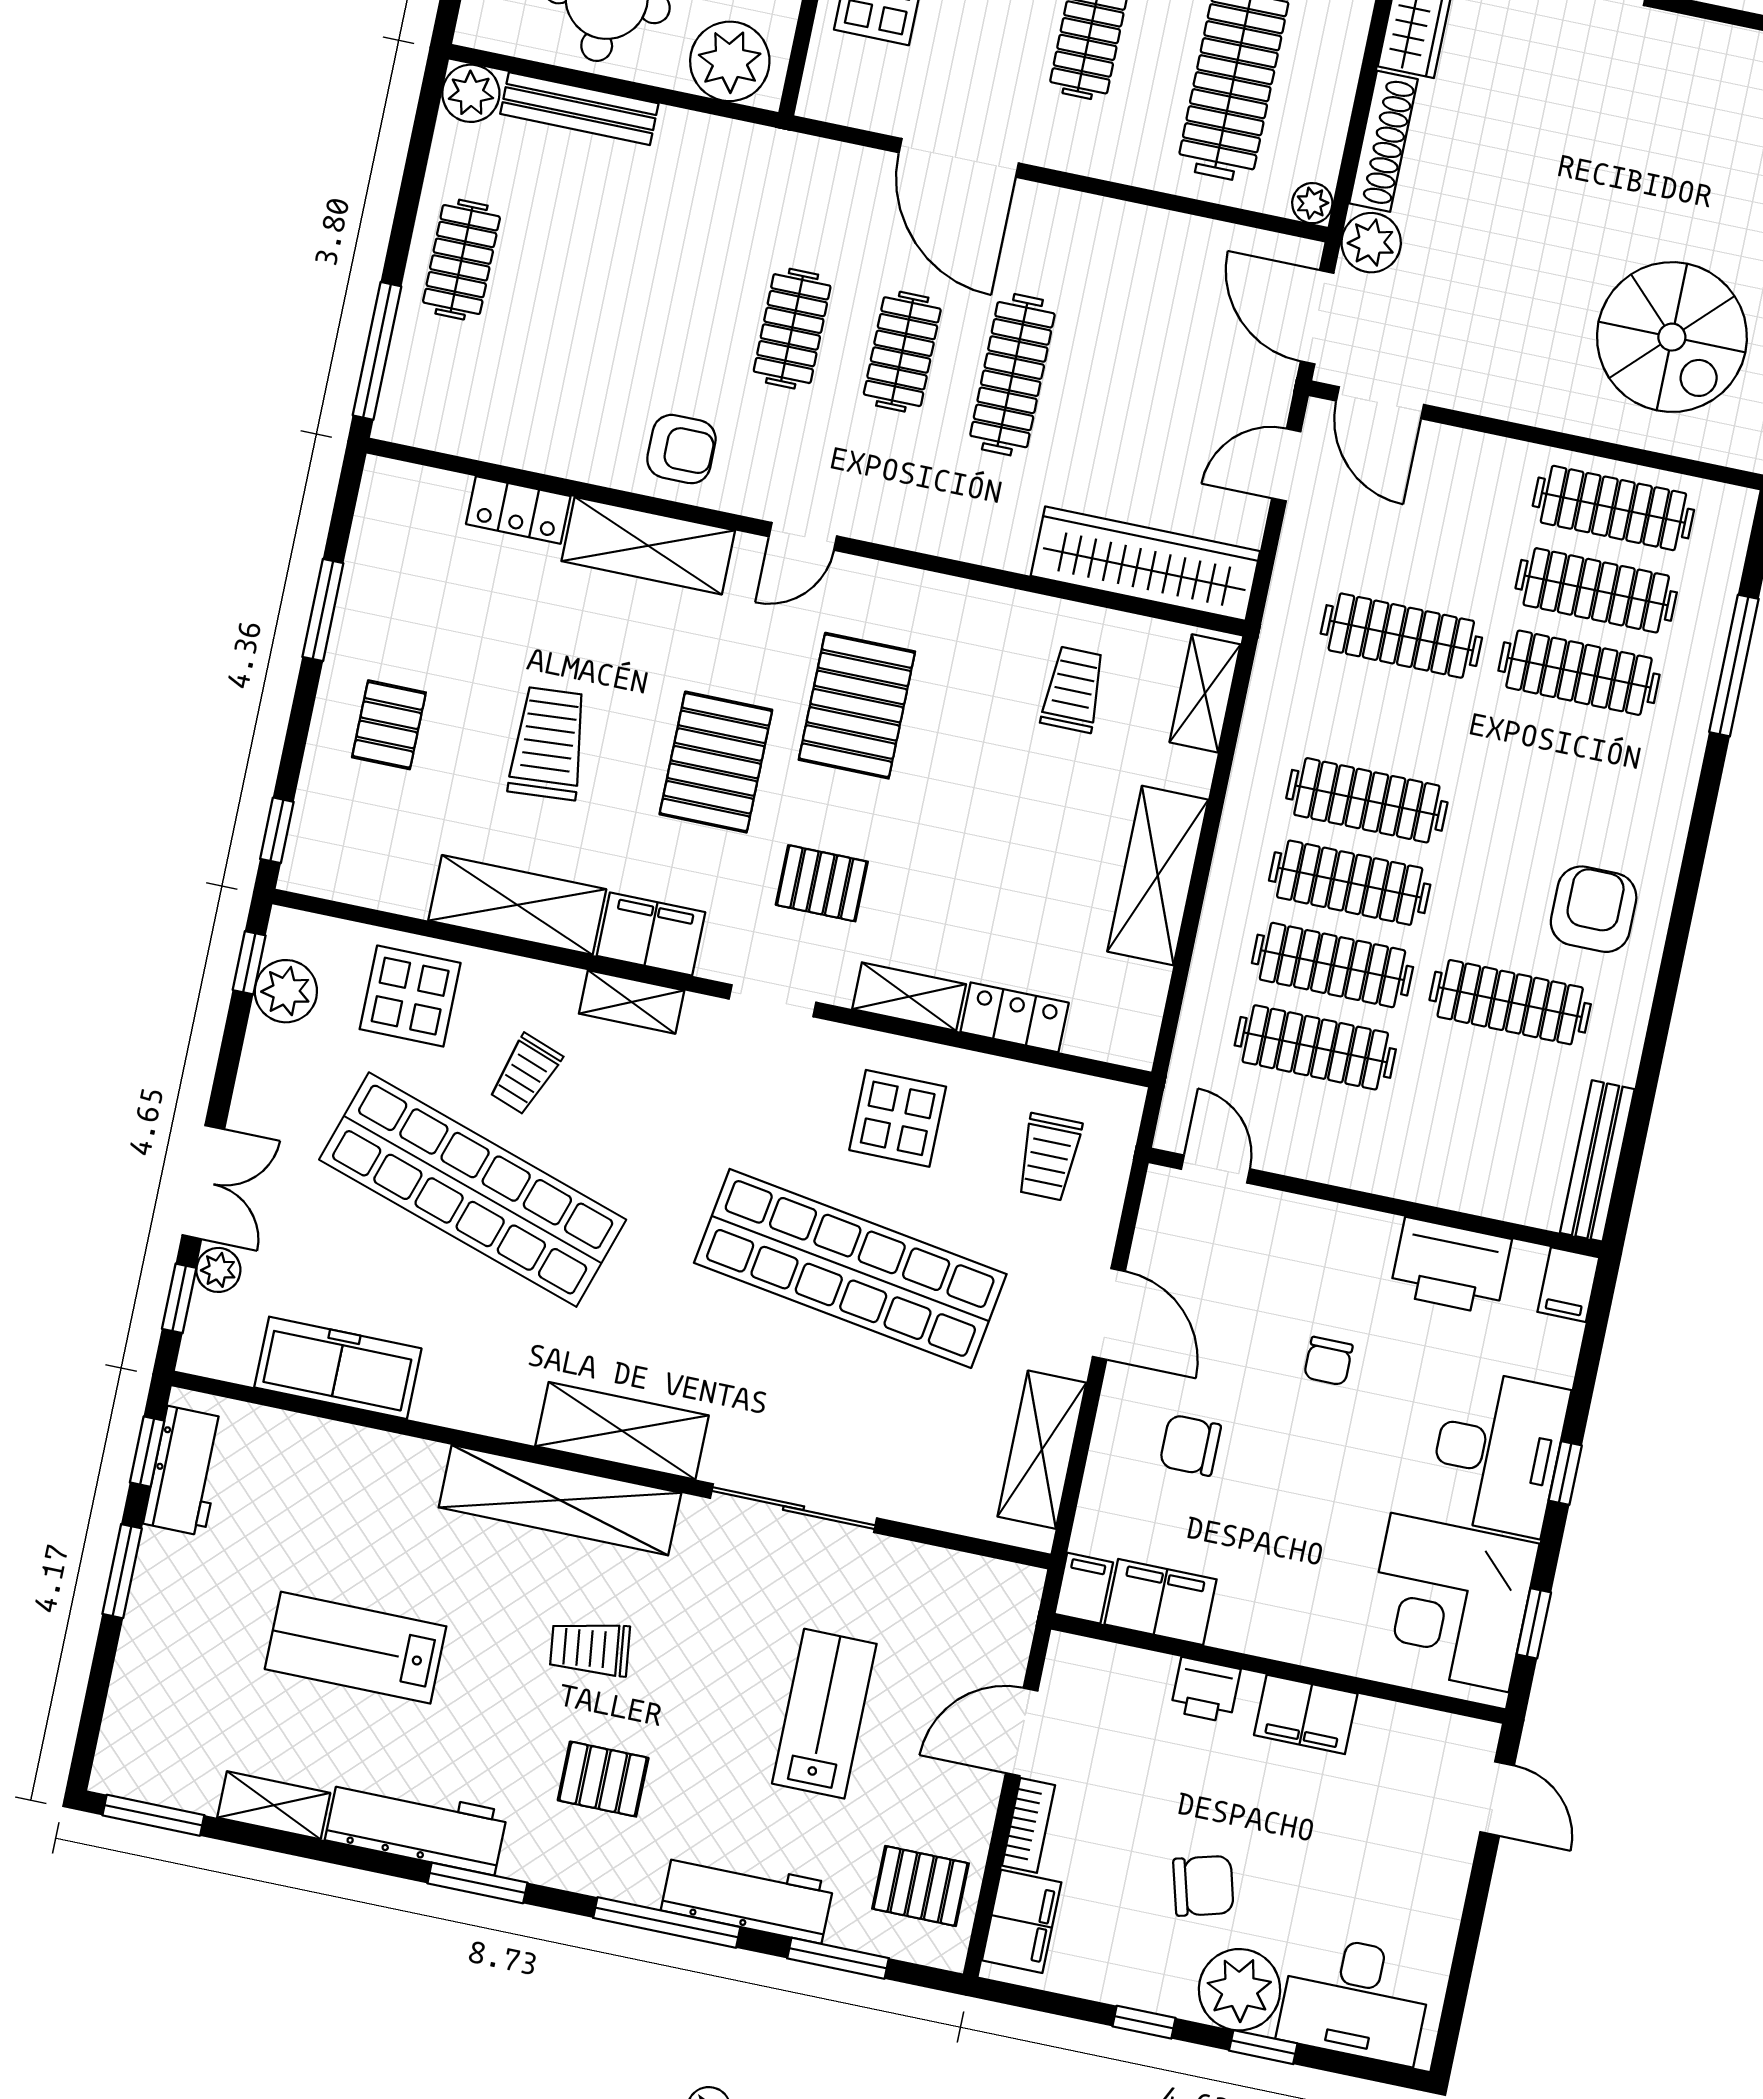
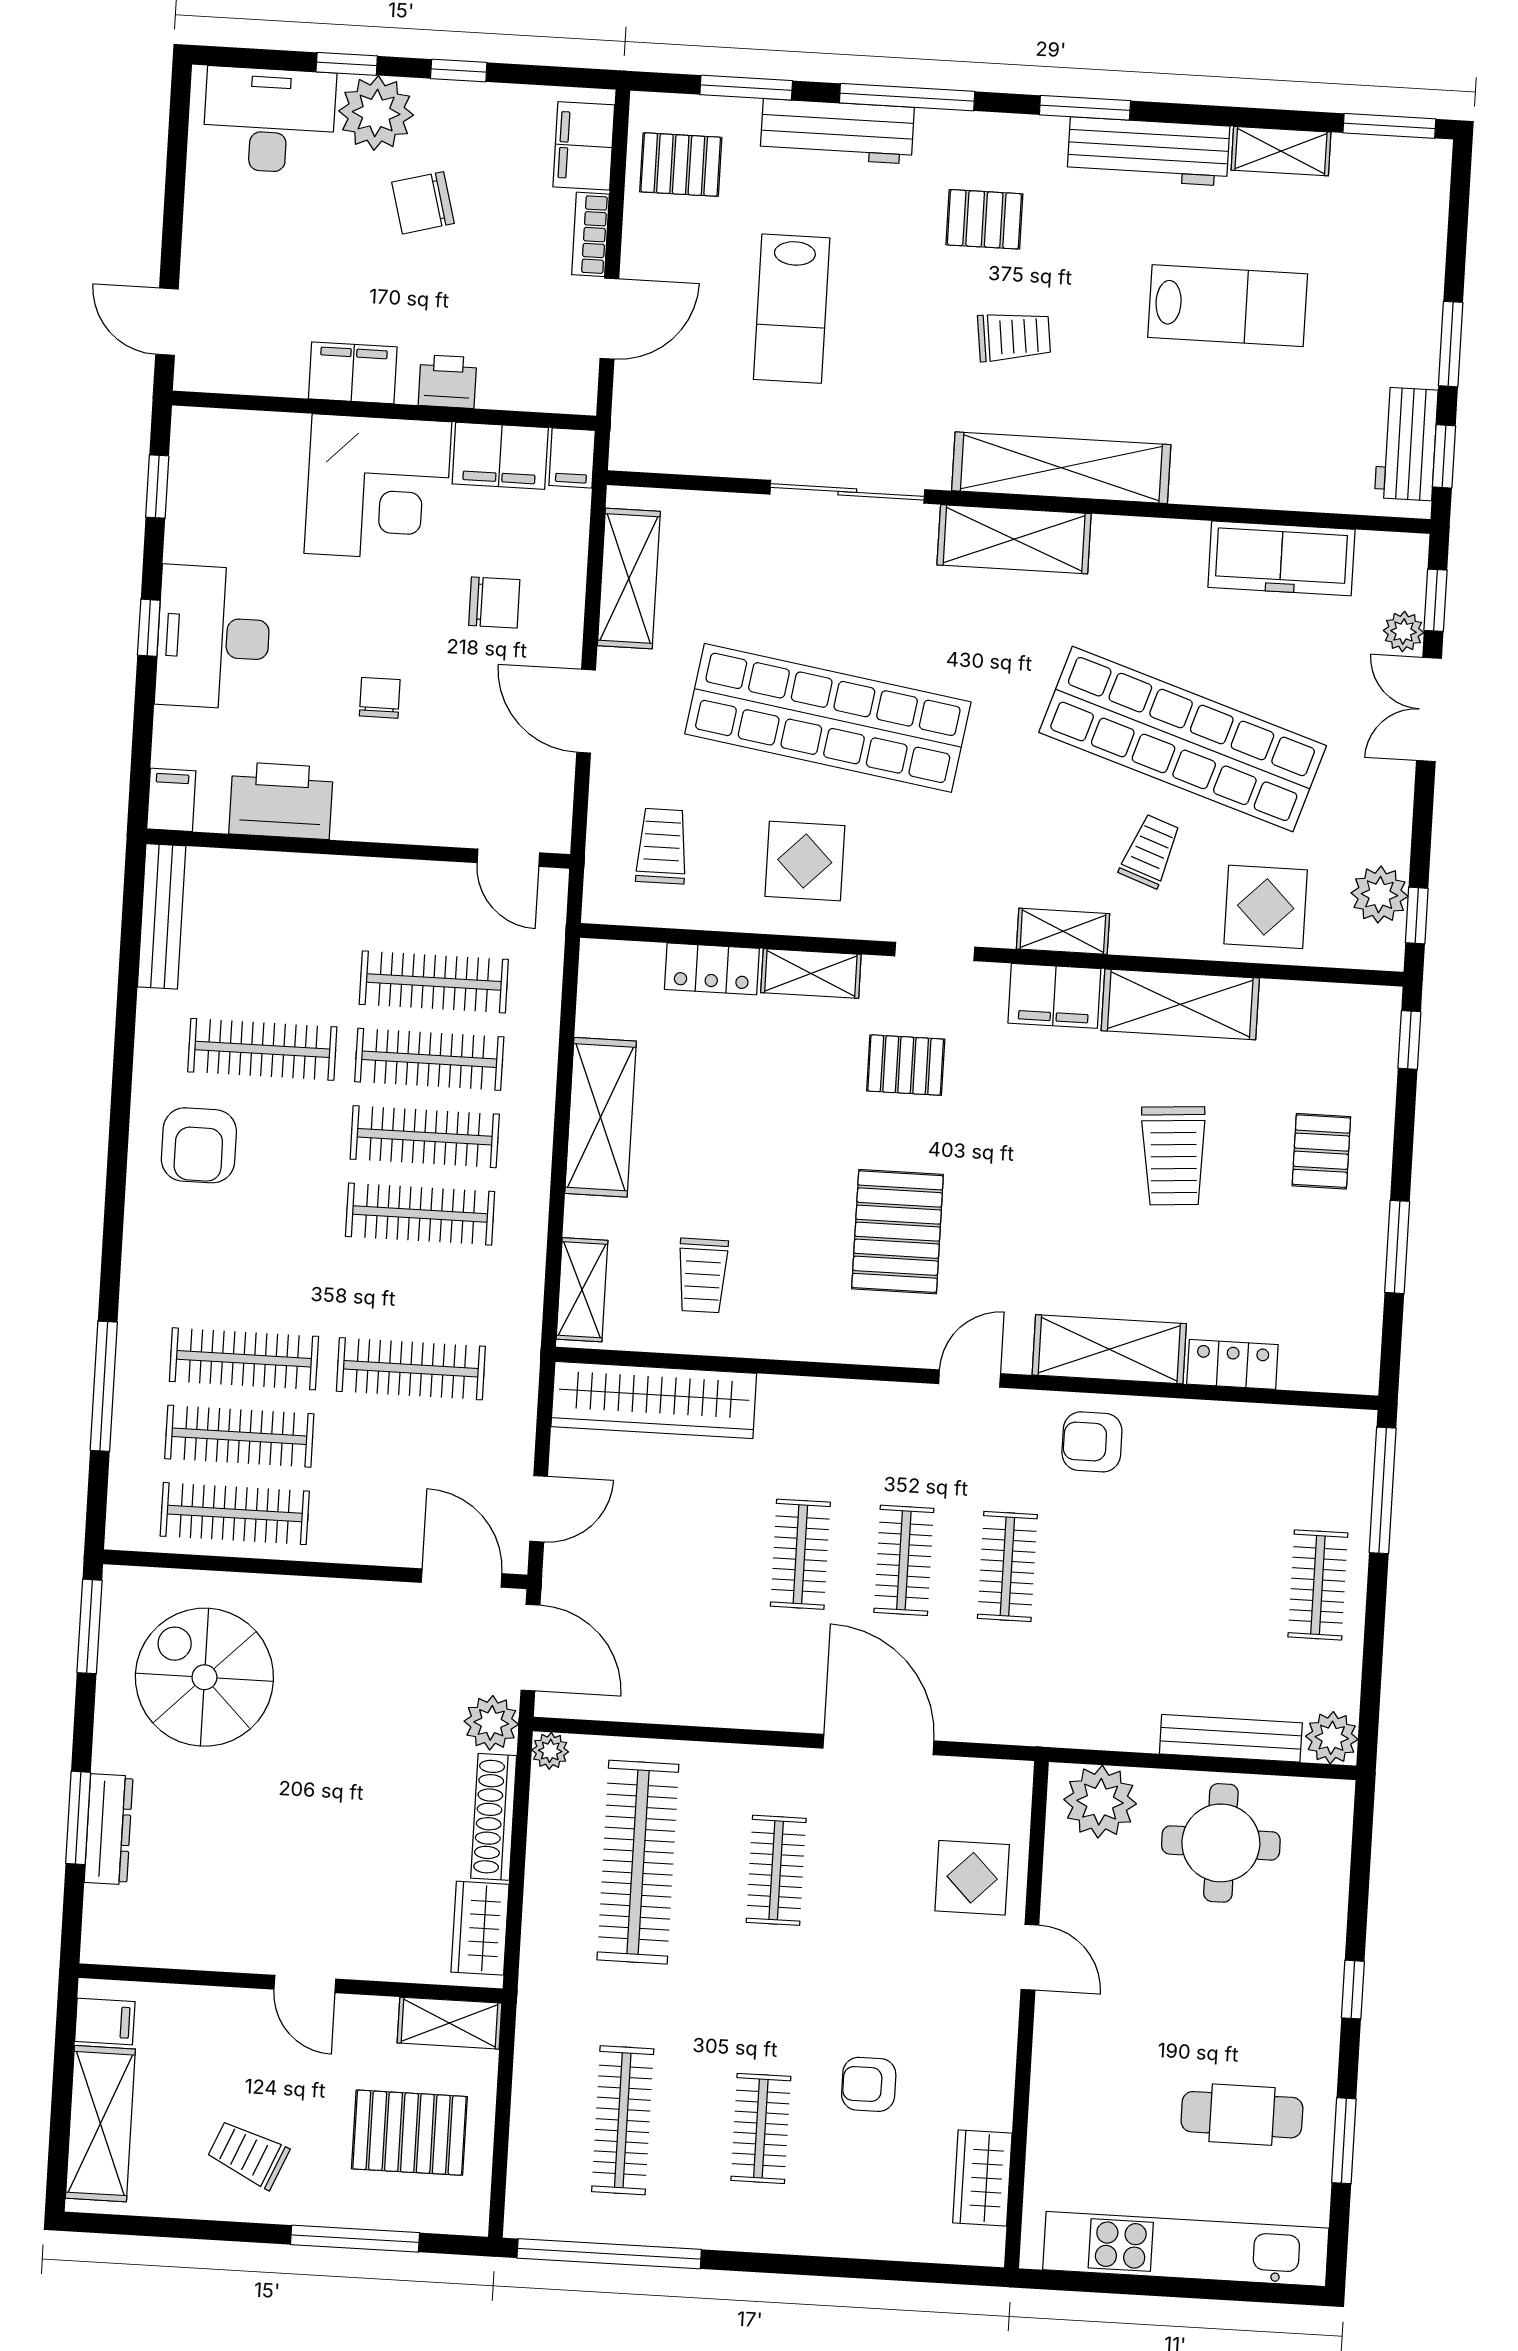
clothes rail: (1012, 375) -> (800, 1554), width x0.73
pallet: (716, 762) -> (1018, 1161), removed
corner desk: (1450, 1603) -> (378, 488), moved, turned 90

